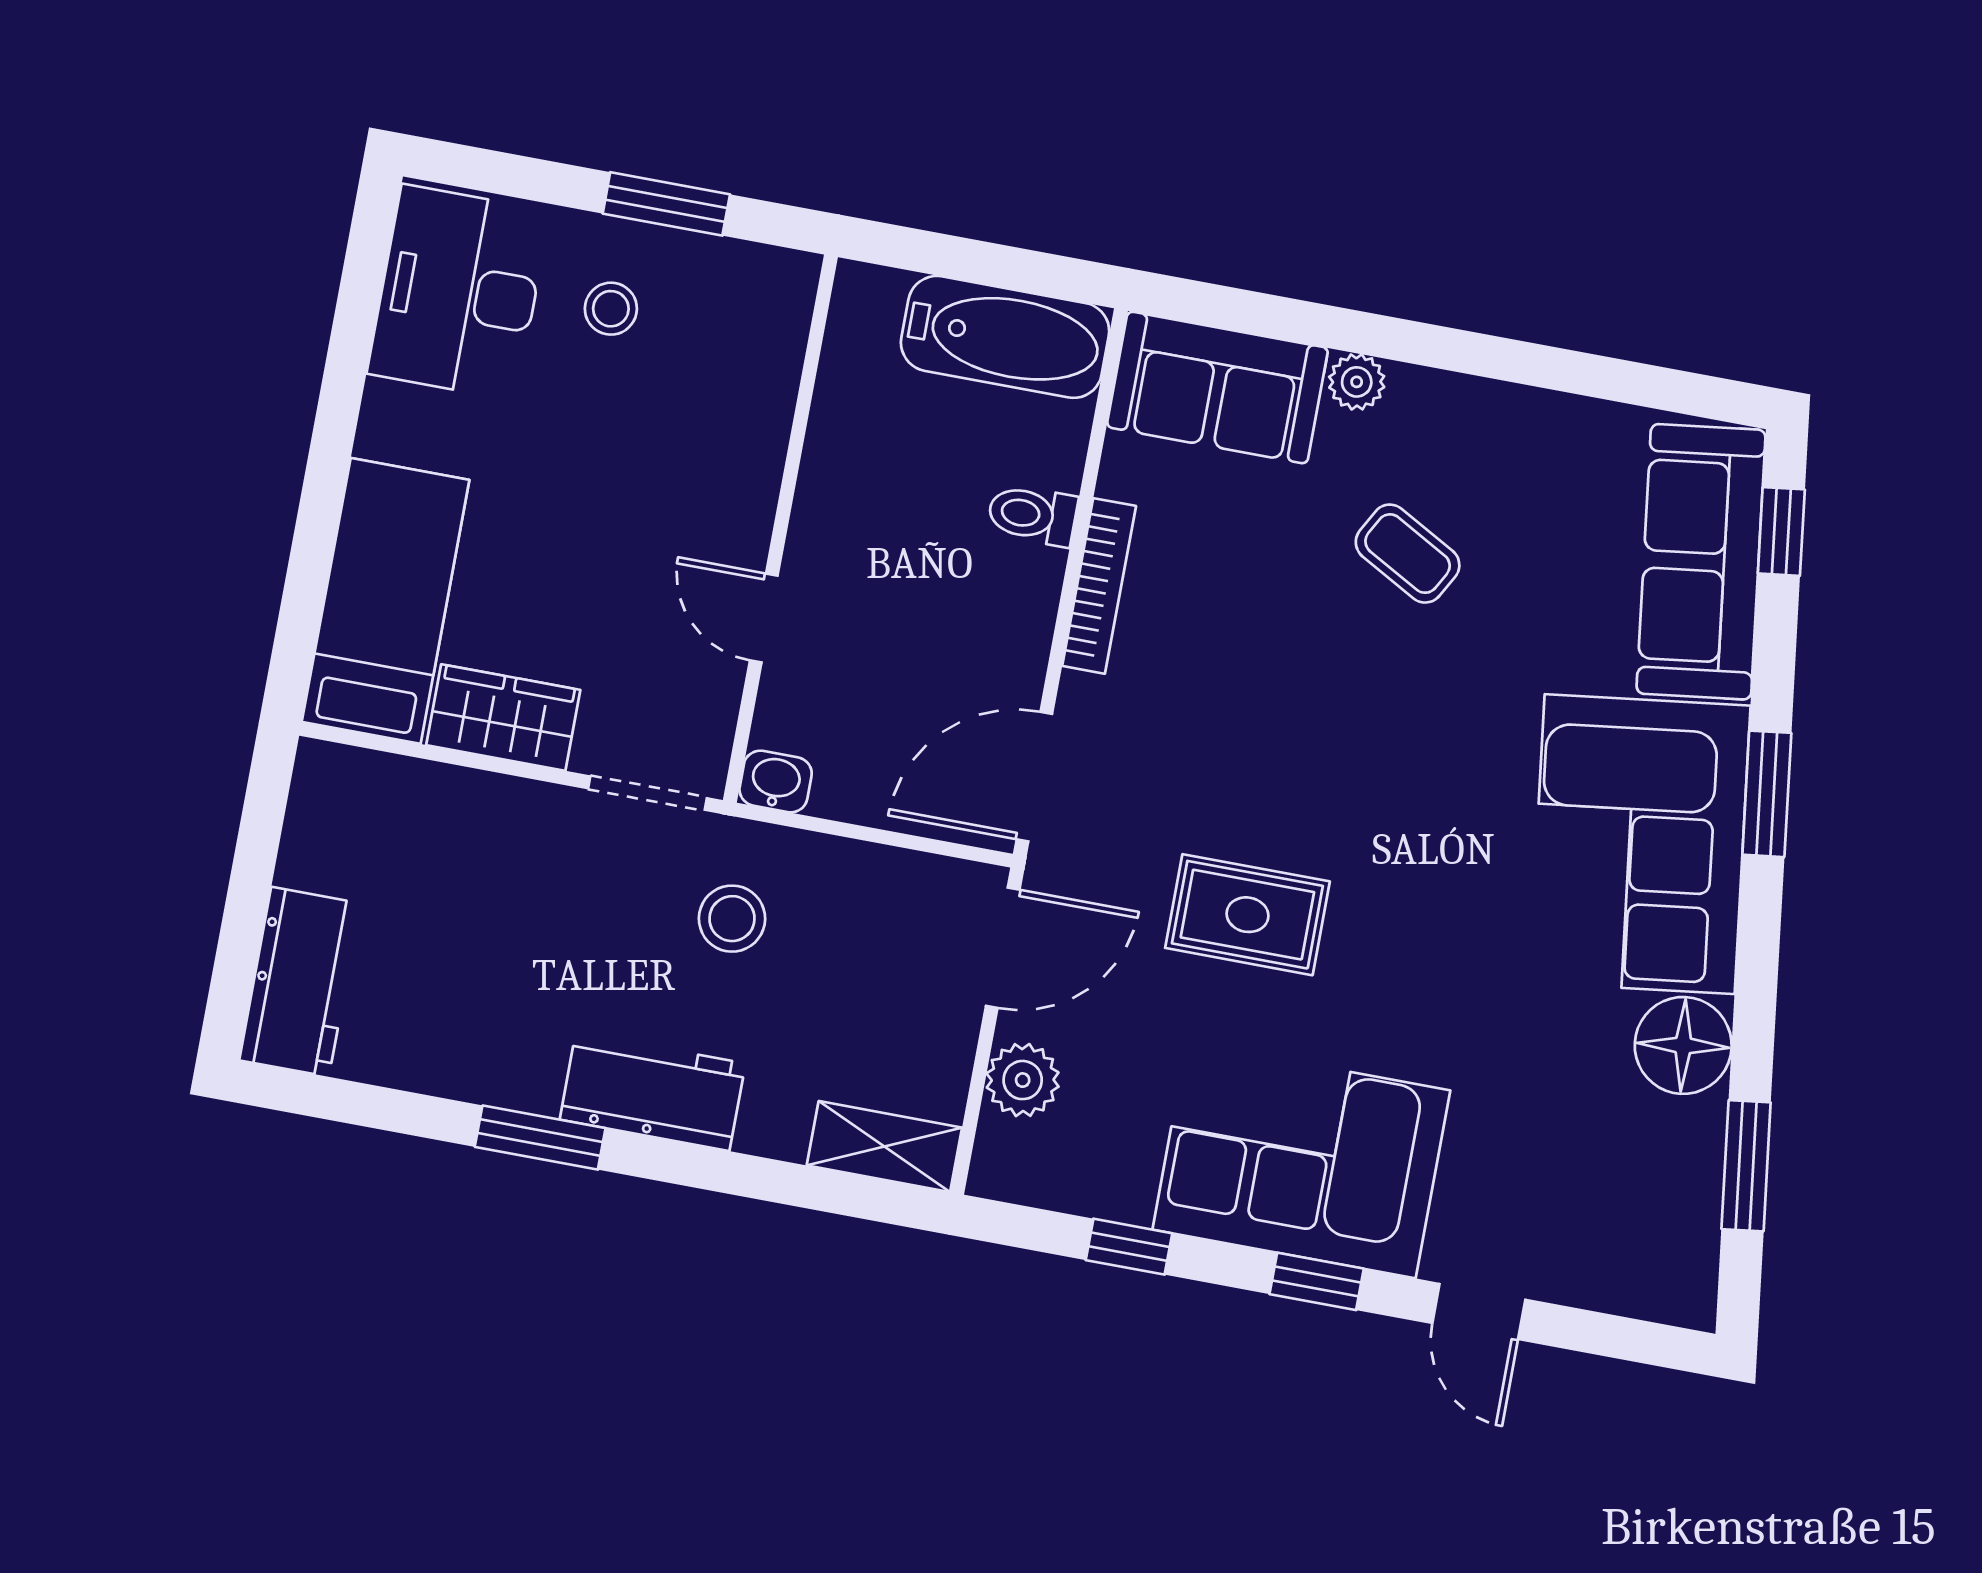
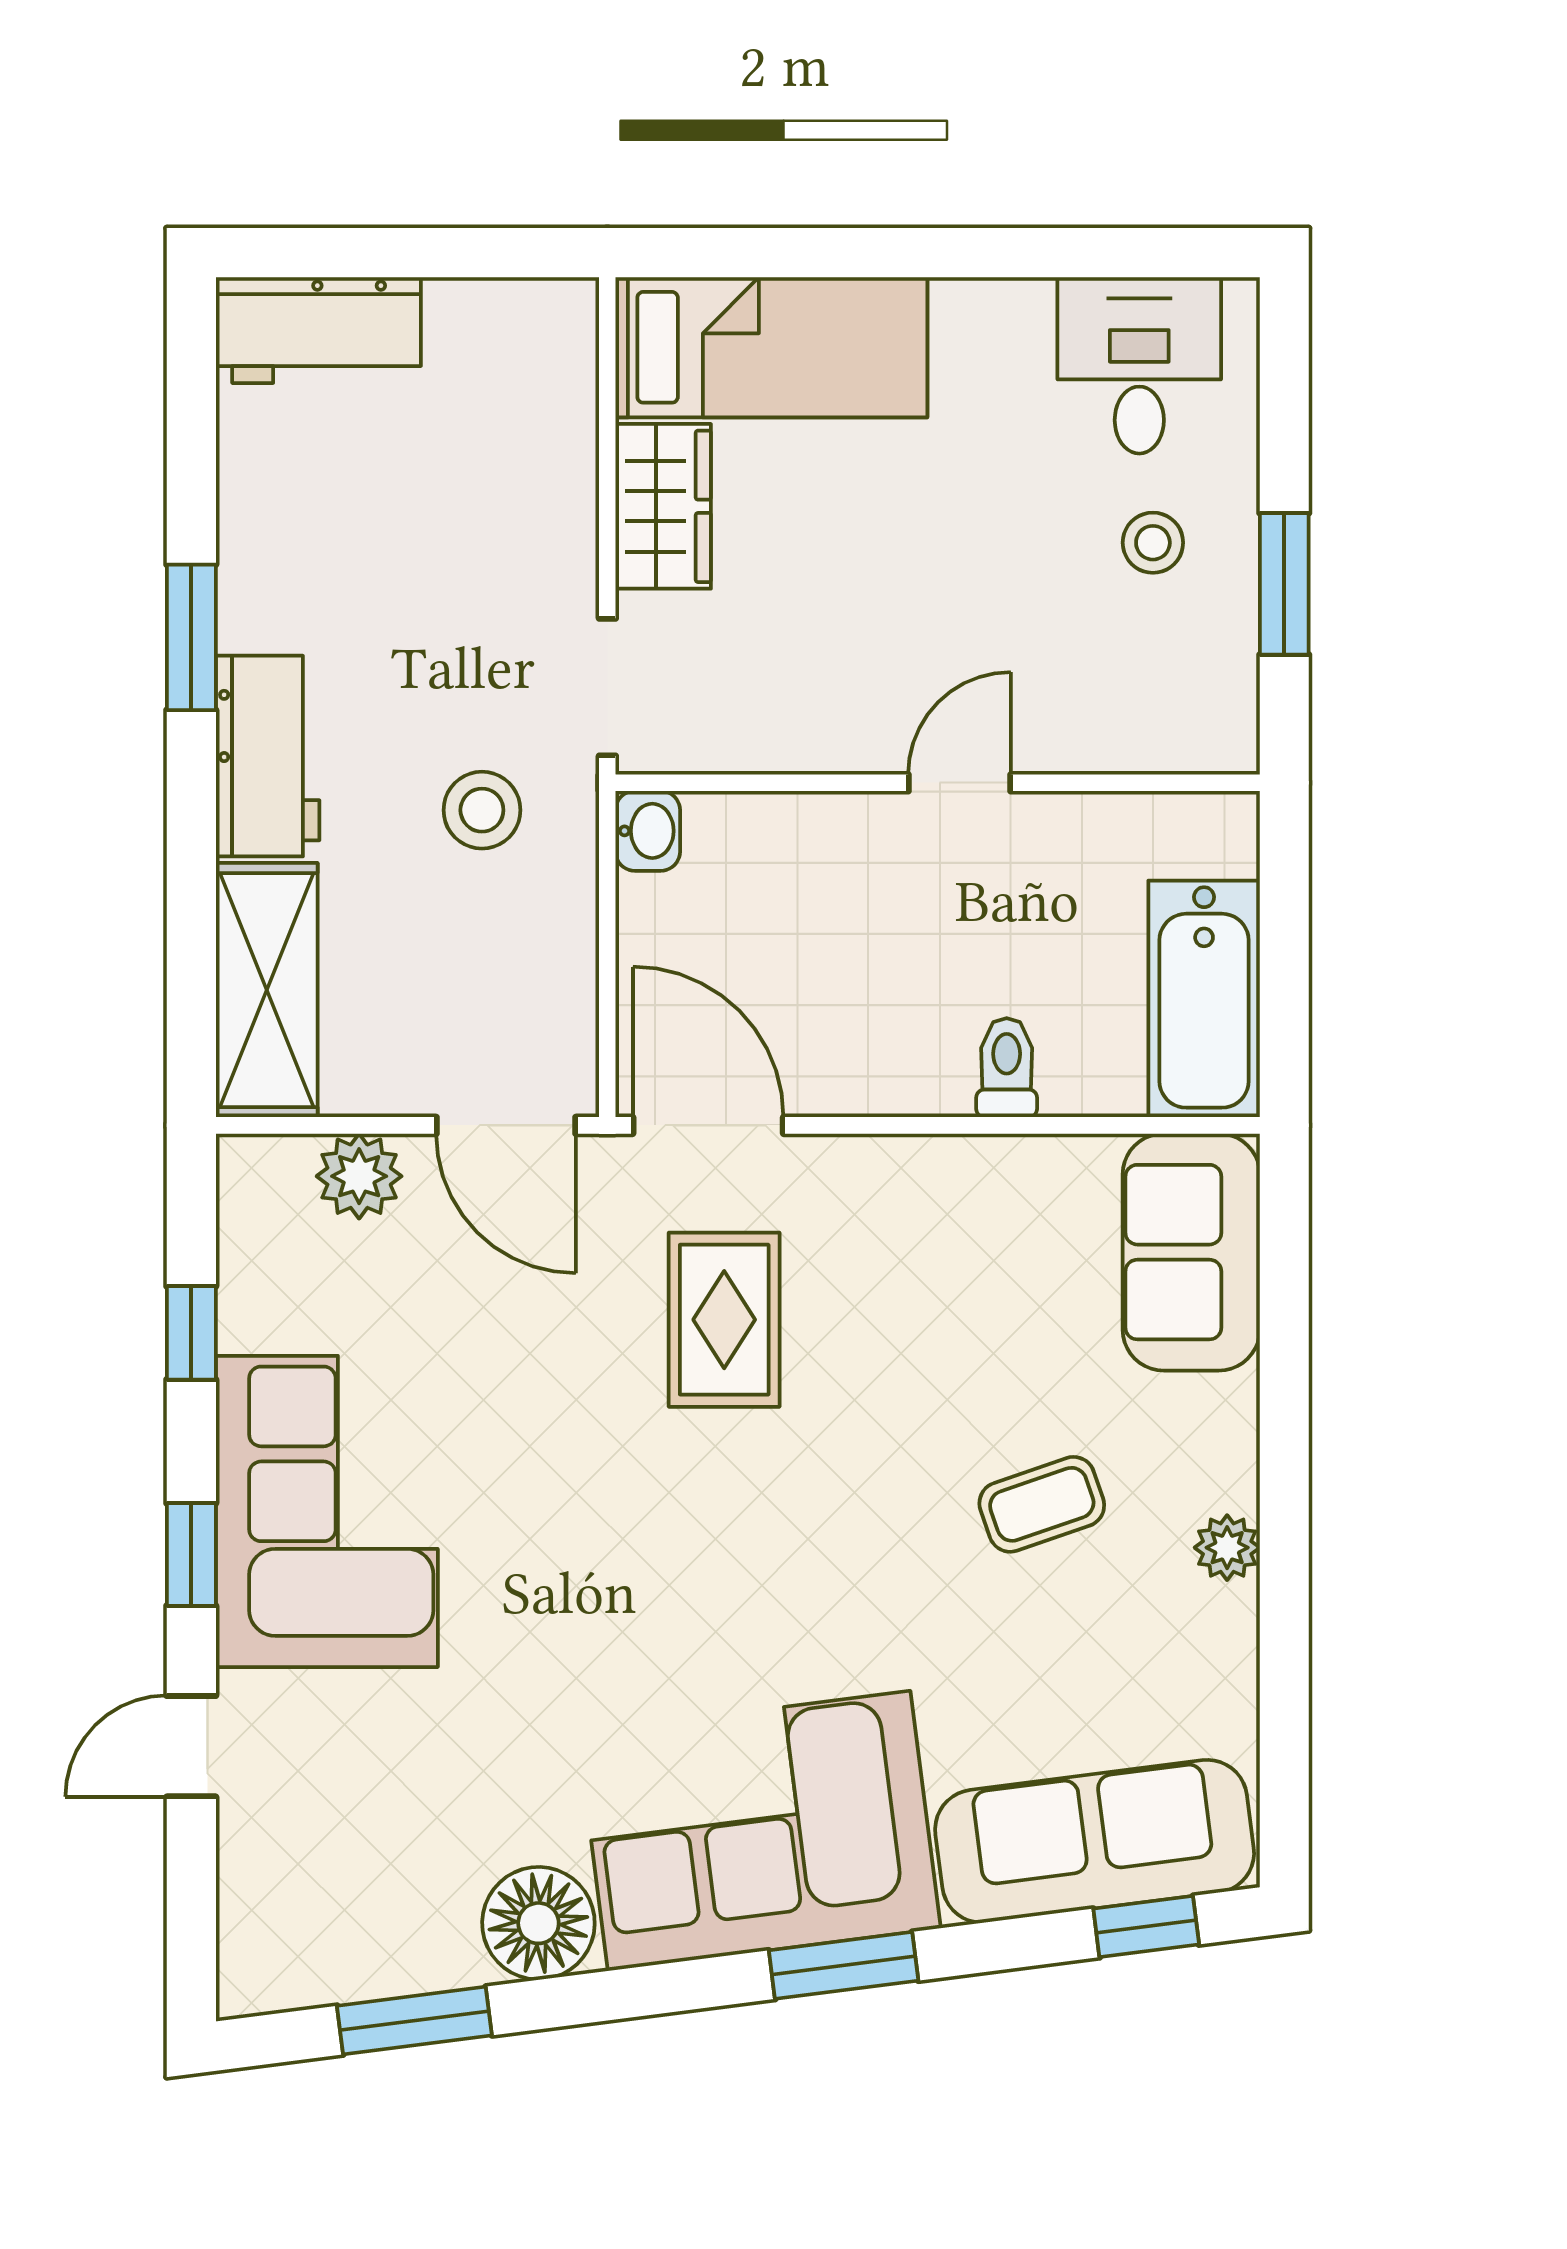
desk: (459, 292) -> (1139, 365), width x0.73
plant: (1357, 382) -> (1227, 1548), moved
coffee table: (1408, 554) -> (1042, 1504), turned 42
bookcase: (1099, 586) -> (940, 1159), removed
door: (764, 618) -> (959, 783), moved
rug: (1247, 915) -> (724, 1320), moved
shelving: (884, 1146) -> (267, 990), width x1.50, depth x1.33

